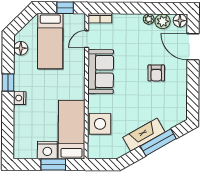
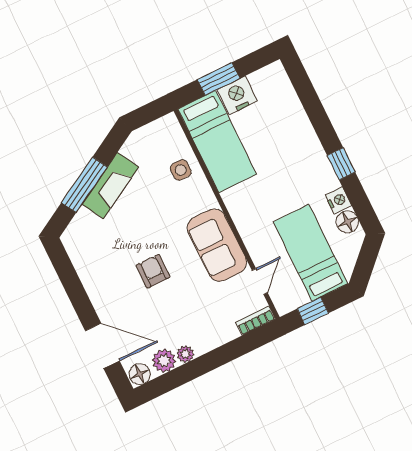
armchair: (156, 73) -> (153, 271), moved
nightstand: (20, 98) -> (338, 200), moved
side table: (100, 124) -> (181, 170), width x0.54, depth x0.54

